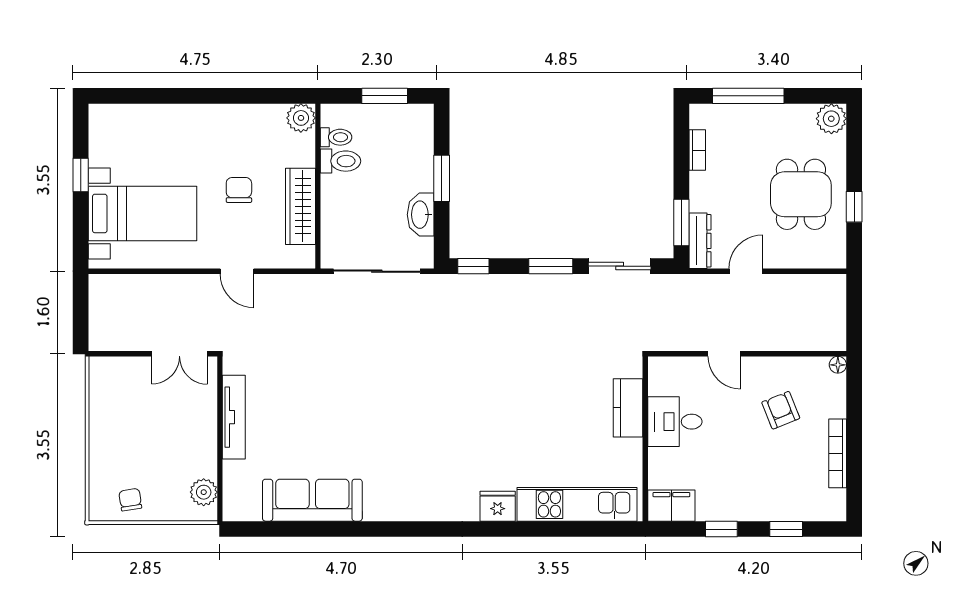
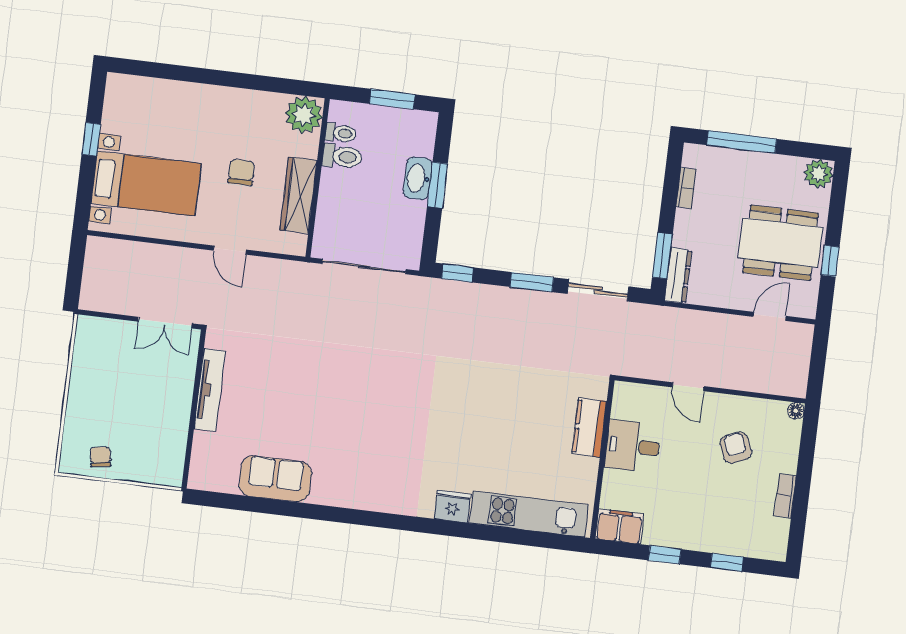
plant: (301, 118) -> (304, 115), width x1.36, depth x1.36
dining table: (801, 194) -> (781, 243), width x1.38
washbasin: (421, 215) -> (418, 178), moved
door: (746, 271) -> (770, 316), moved
bookcase: (838, 453) -> (785, 496), width x0.64
plant: (204, 492) -> (172, 458), removed
sofa: (312, 500) -> (275, 479), width x0.73

